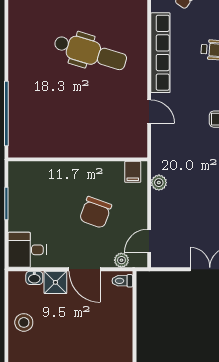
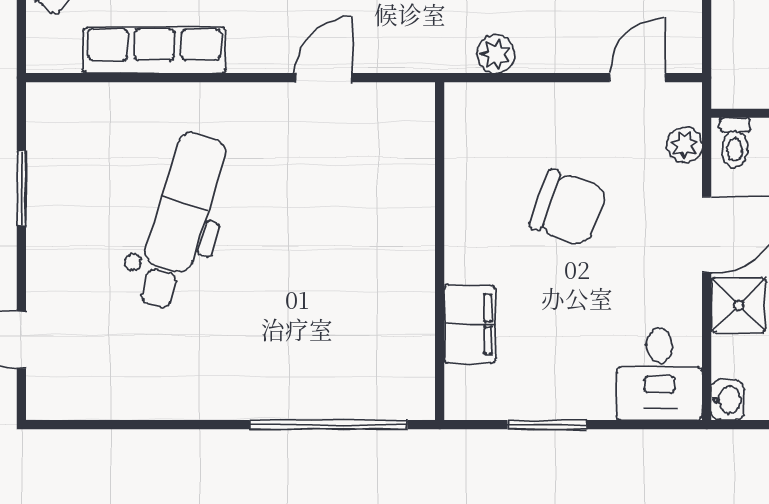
row of seats: (160, 53) -> (154, 50), width x0.73
filing cabinet: (133, 172) -> (470, 324), moved, width x2.00
door: (149, 241) -> (637, 78), swing flipped
washbasin: (34, 278) -> (728, 400), moved

